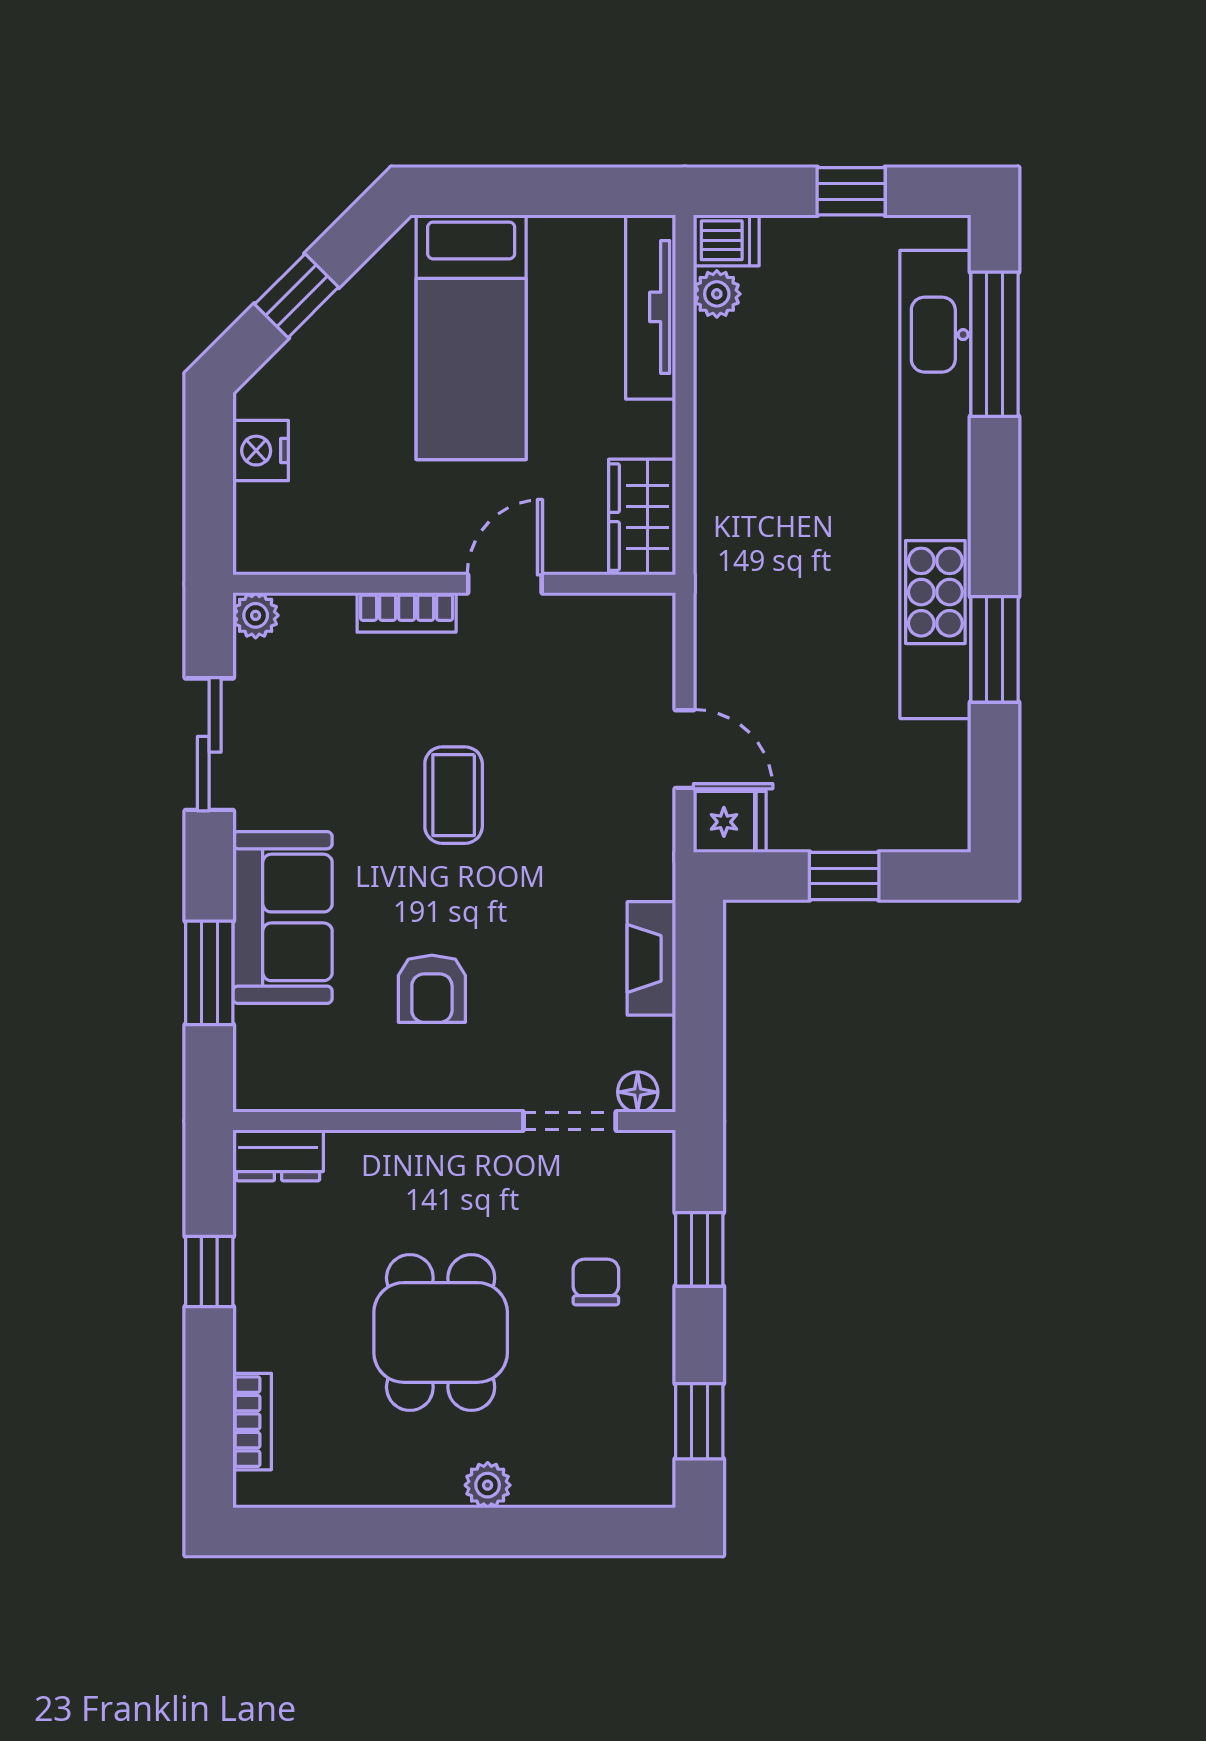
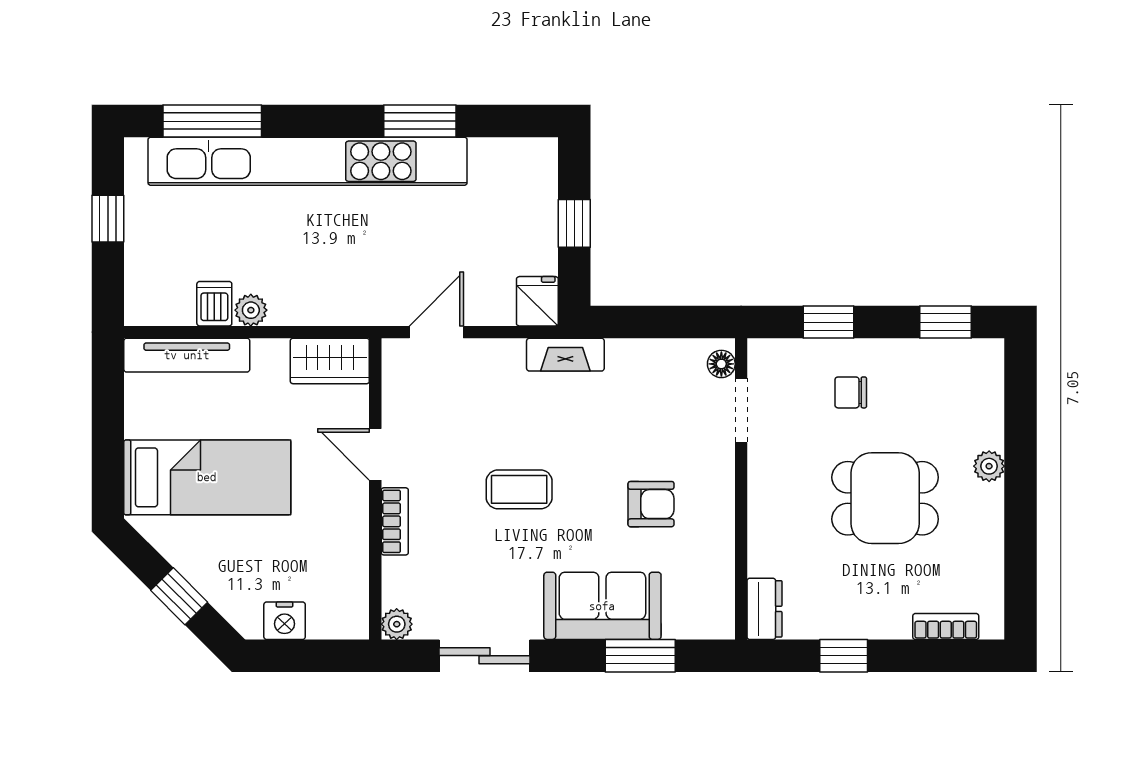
dishwasher: (726, 240) -> (214, 304), moved
plant: (717, 294) -> (251, 310), moved
door: (685, 749) -> (436, 332), moved
fireplace: (651, 958) -> (565, 355), moved

